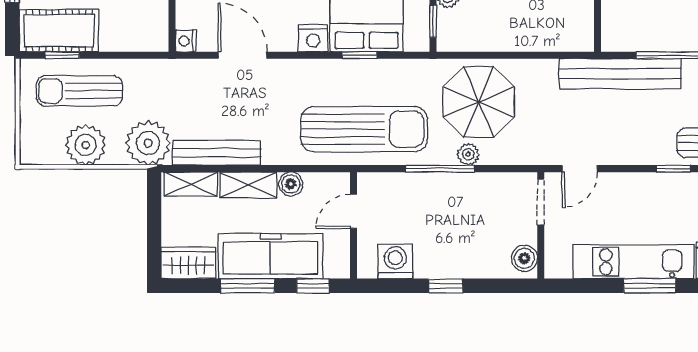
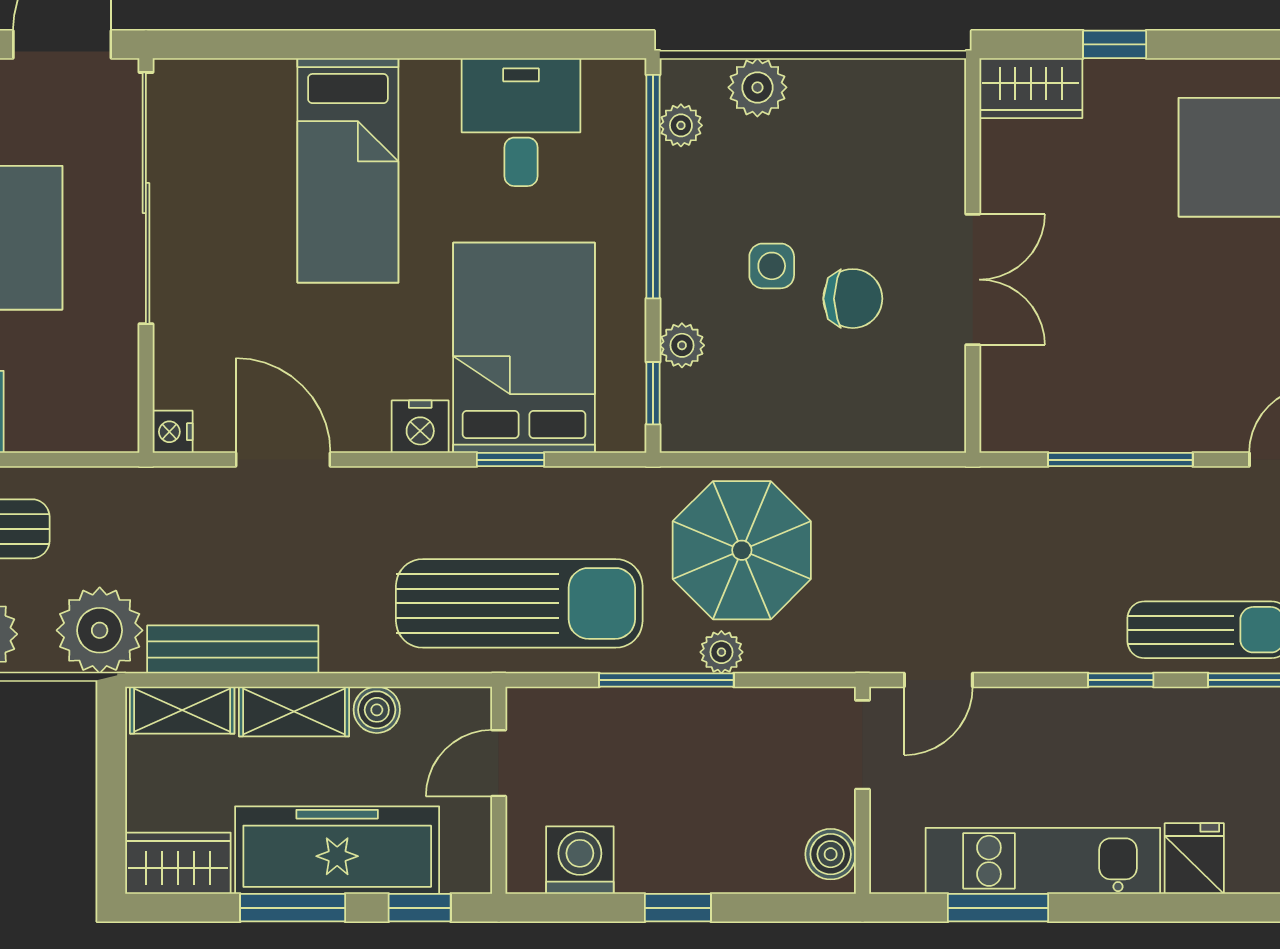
bench: (620, 74) -> (1017, 496), removed
window: (650, 286) -> (998, 908), moved

